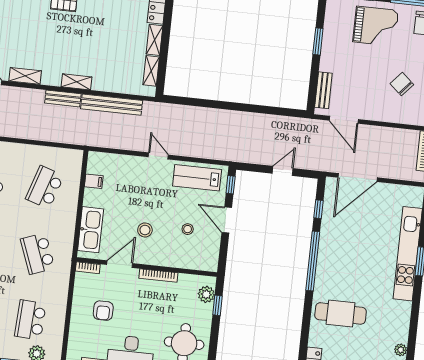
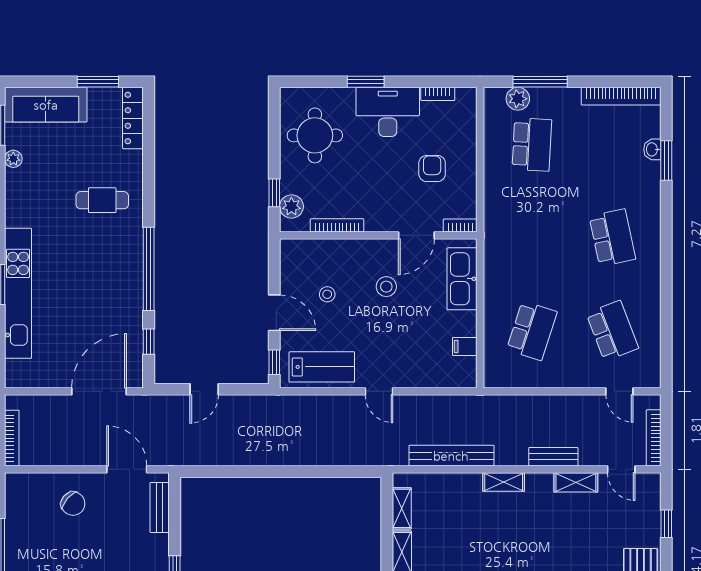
chair: (402, 84) -> (73, 504), moved
bench: (63, 98) -> (553, 457), moved
school desk: (38, 254) -> (532, 238), removed
bookcase: (158, 276) -> (337, 225), moved
cafe table: (341, 313) -> (102, 200), width x0.73, depth x0.74

